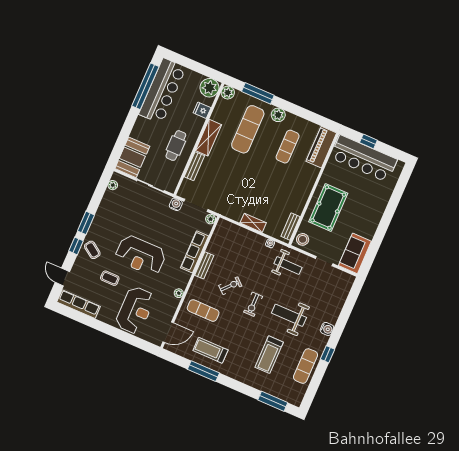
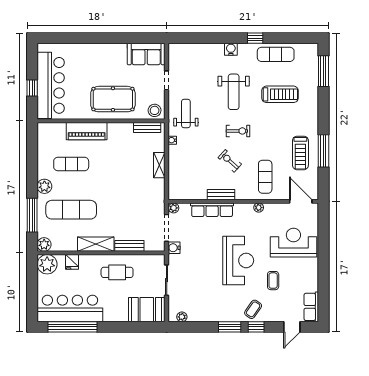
piano: (321, 147) -> (87, 131), moved
row of seats: (79, 304) -> (311, 307), width x0.68

